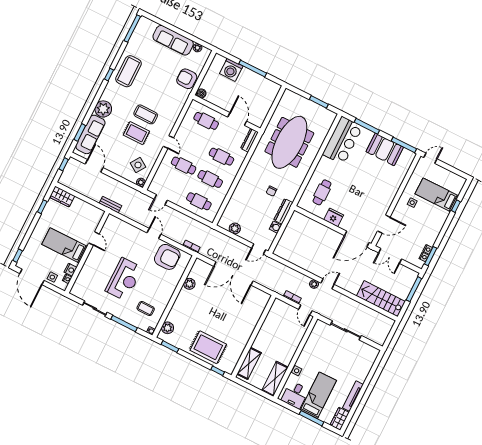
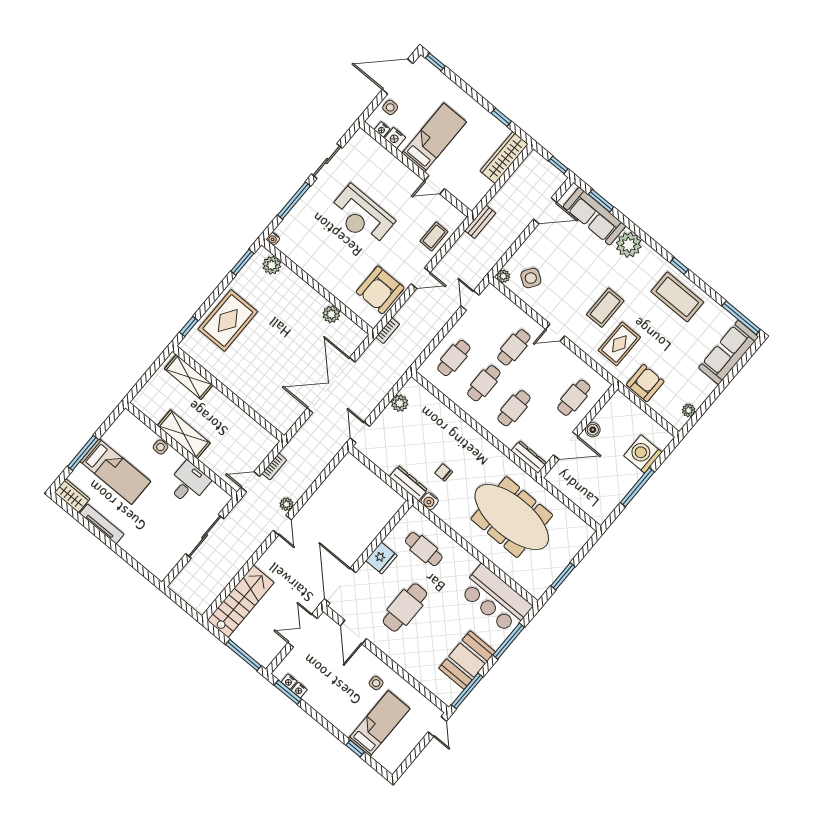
sofa: (173, 40) -> (728, 352), moved
boiler: (201, 93) -> (593, 430), moved
rug: (136, 133) -> (619, 344), moved
cafe table: (361, 196) -> (405, 607), added
wardrobe: (62, 197) -> (504, 158), width x1.50
water cooler: (275, 227) -> (430, 501), moved
coffee table: (146, 309) -> (434, 236), moved
shelving: (275, 379) -> (184, 434), moved
desk: (295, 395) -> (188, 483), moved, turned 90

